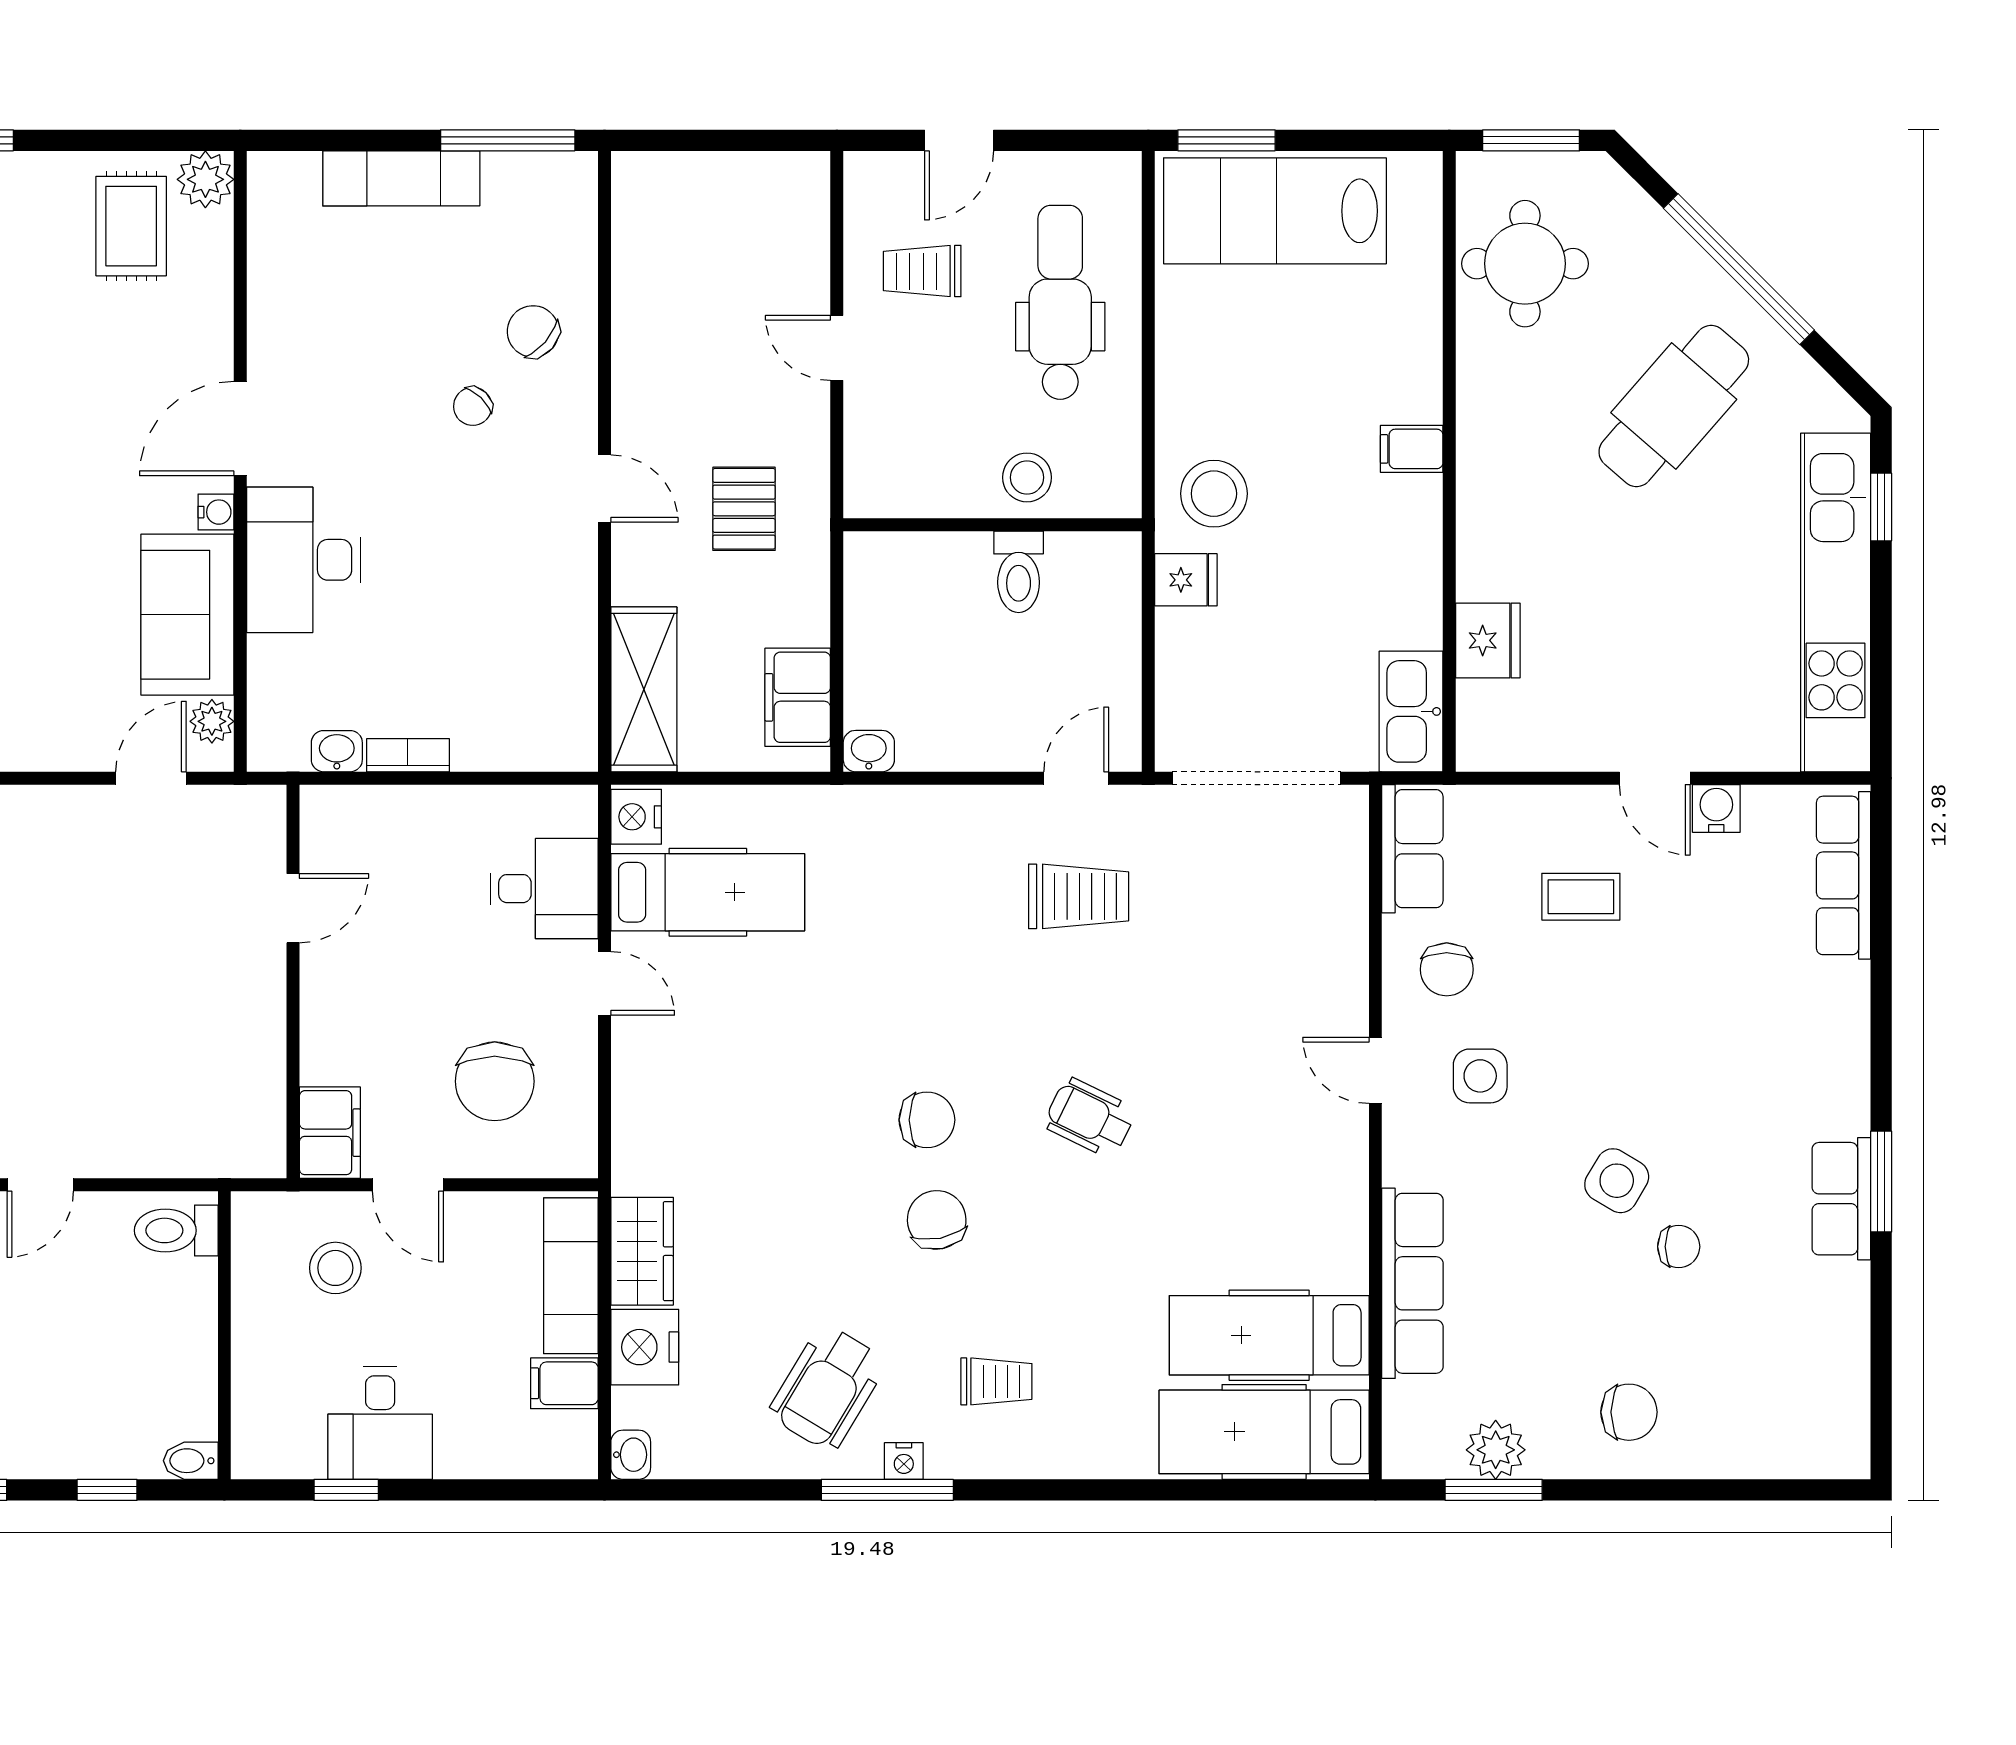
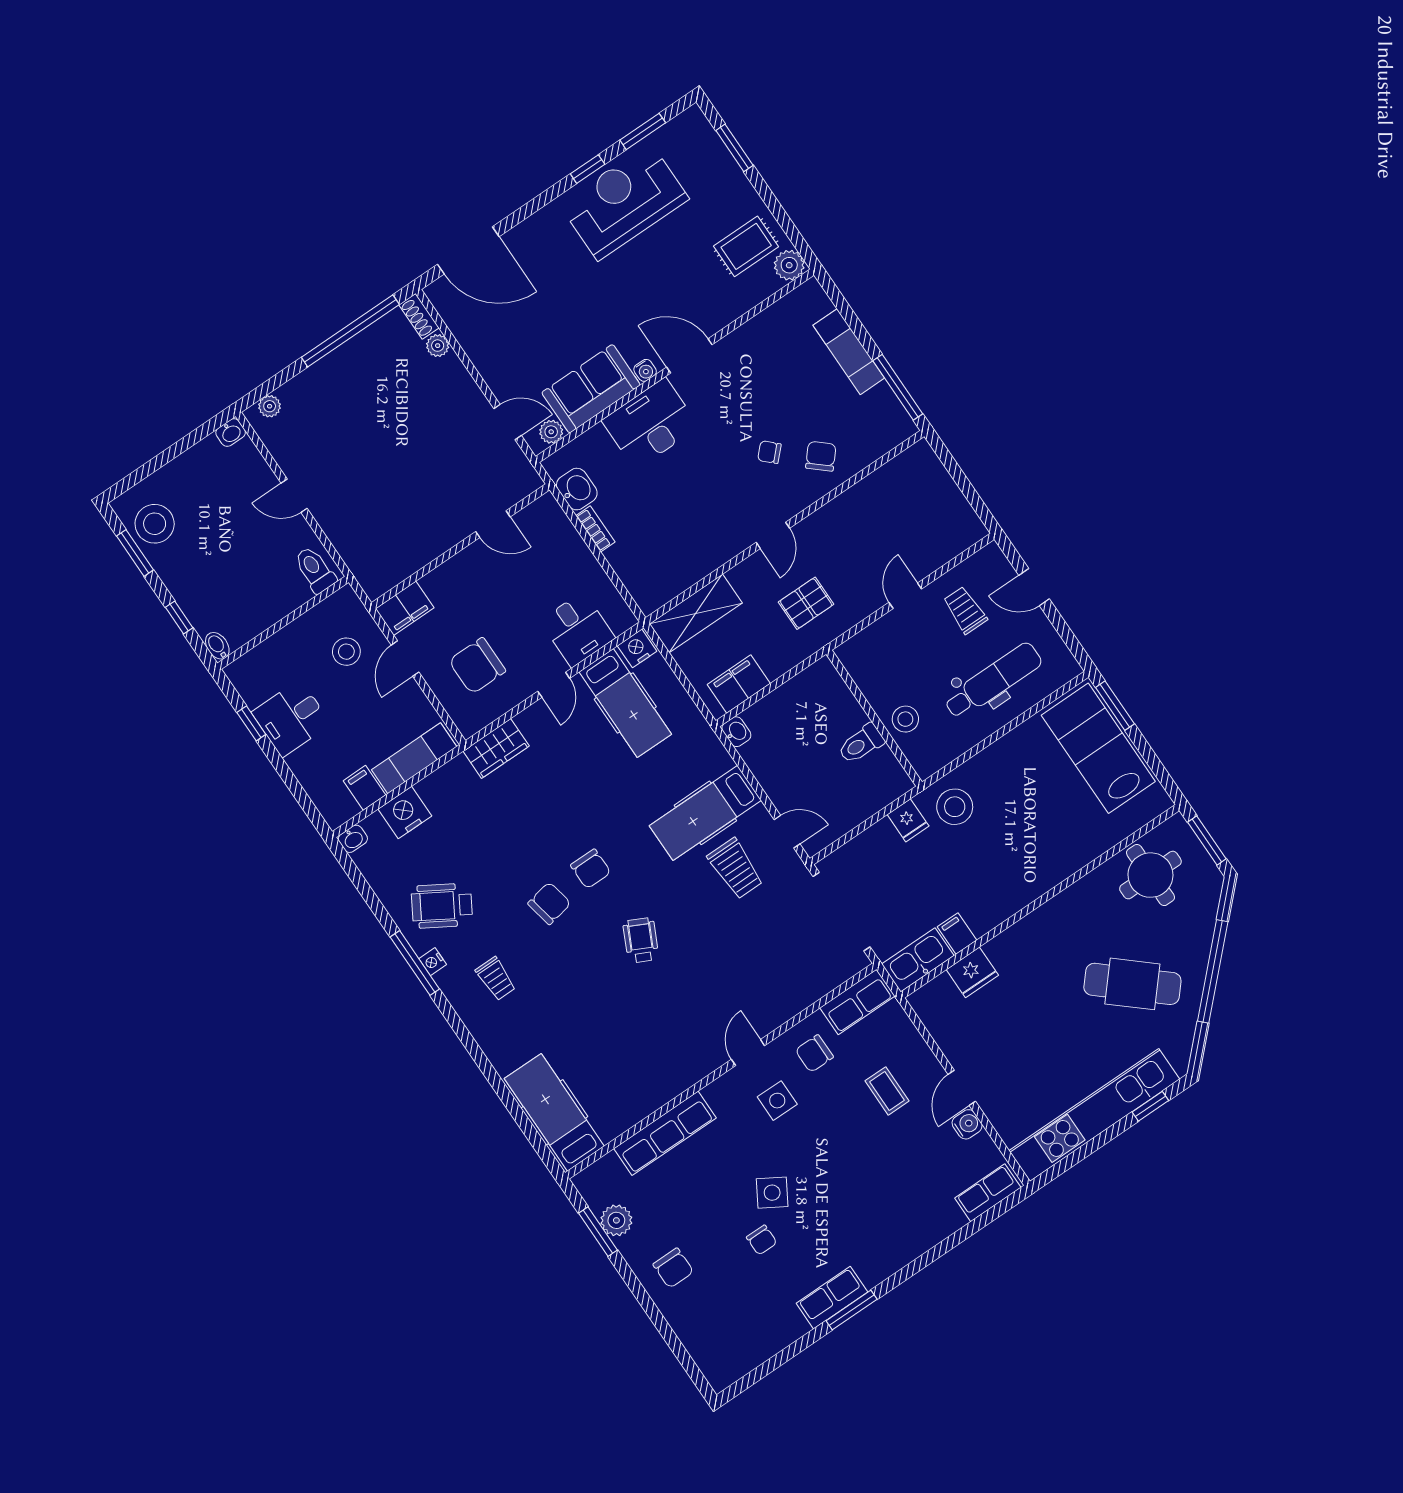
filing cabinet: (1412, 449) -> (957, 933), moved
washbasin: (337, 751) -> (577, 489), width x1.38, depth x1.45
row of seats: (1844, 875) -> (988, 1193), width x0.68
wardrobe: (642, 1251) -> (496, 749), moved
hospital bed: (1269, 1335) -> (705, 813), moved, turned -90

